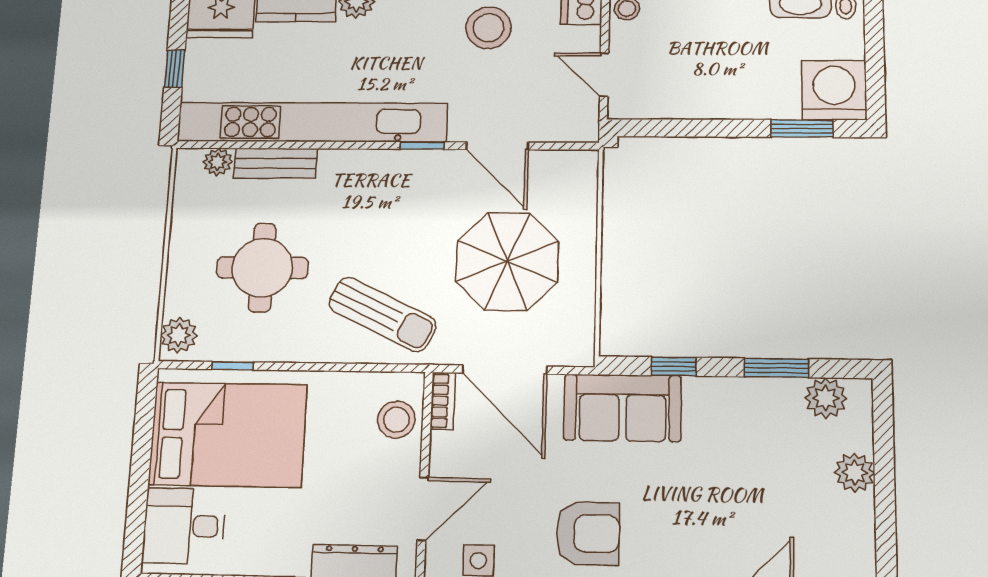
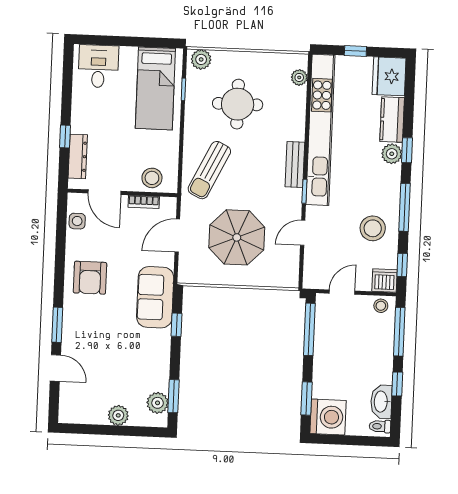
window: (674, 128) -> (309, 329), added
door: (497, 146) -> (303, 233), width x0.73
bench: (275, 163) -> (295, 165), moved
window: (776, 368) -> (174, 396), moved
door: (505, 370) -> (177, 236), width x0.73
bookcase: (443, 401) -> (144, 202), moved
bed: (228, 435) -> (155, 88), width x0.67

